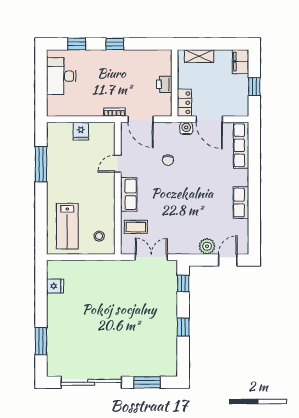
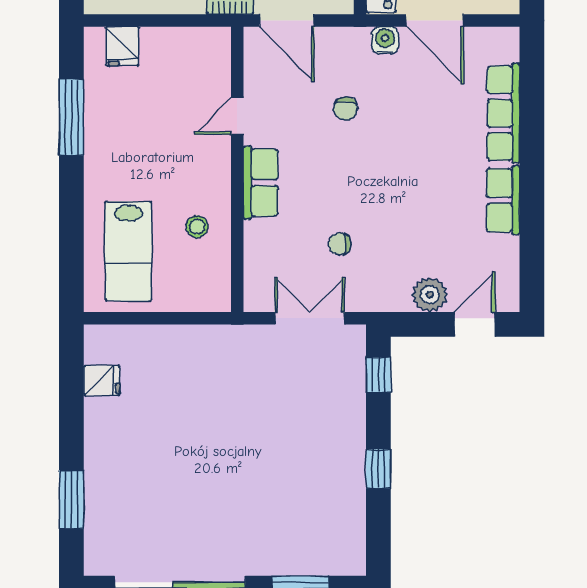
fridge: (81, 131) -> (122, 46), moved
row of seats: (241, 145) -> (503, 113), moved
chair: (165, 223) -> (339, 244), added
coffee table: (136, 227) -> (276, 253), removed
stool: (99, 236) -> (197, 227), moved

